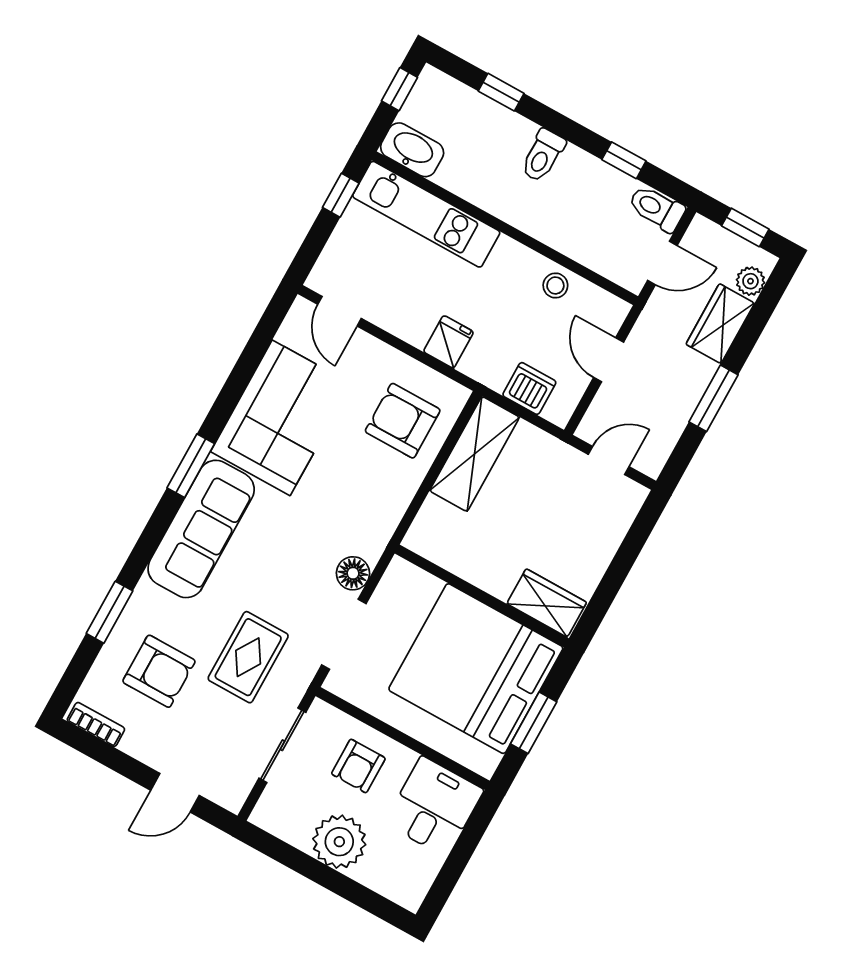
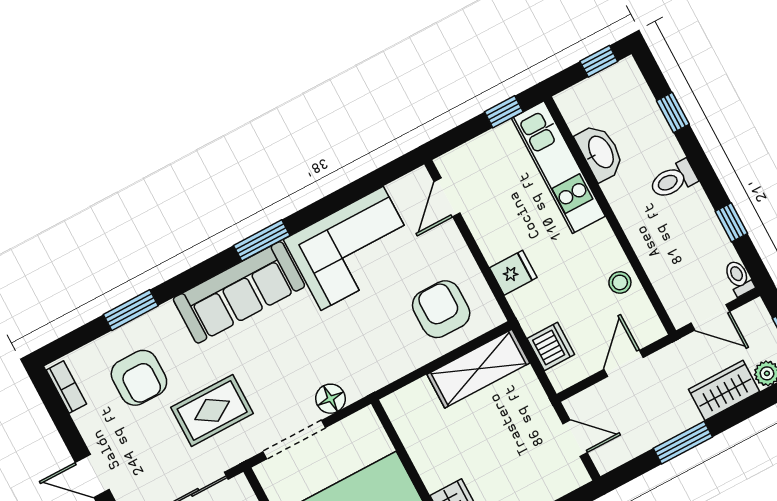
washbasin: (412, 150) -> (600, 152), moved
toilet: (657, 208) -> (739, 278), width x0.73, depth x0.72

